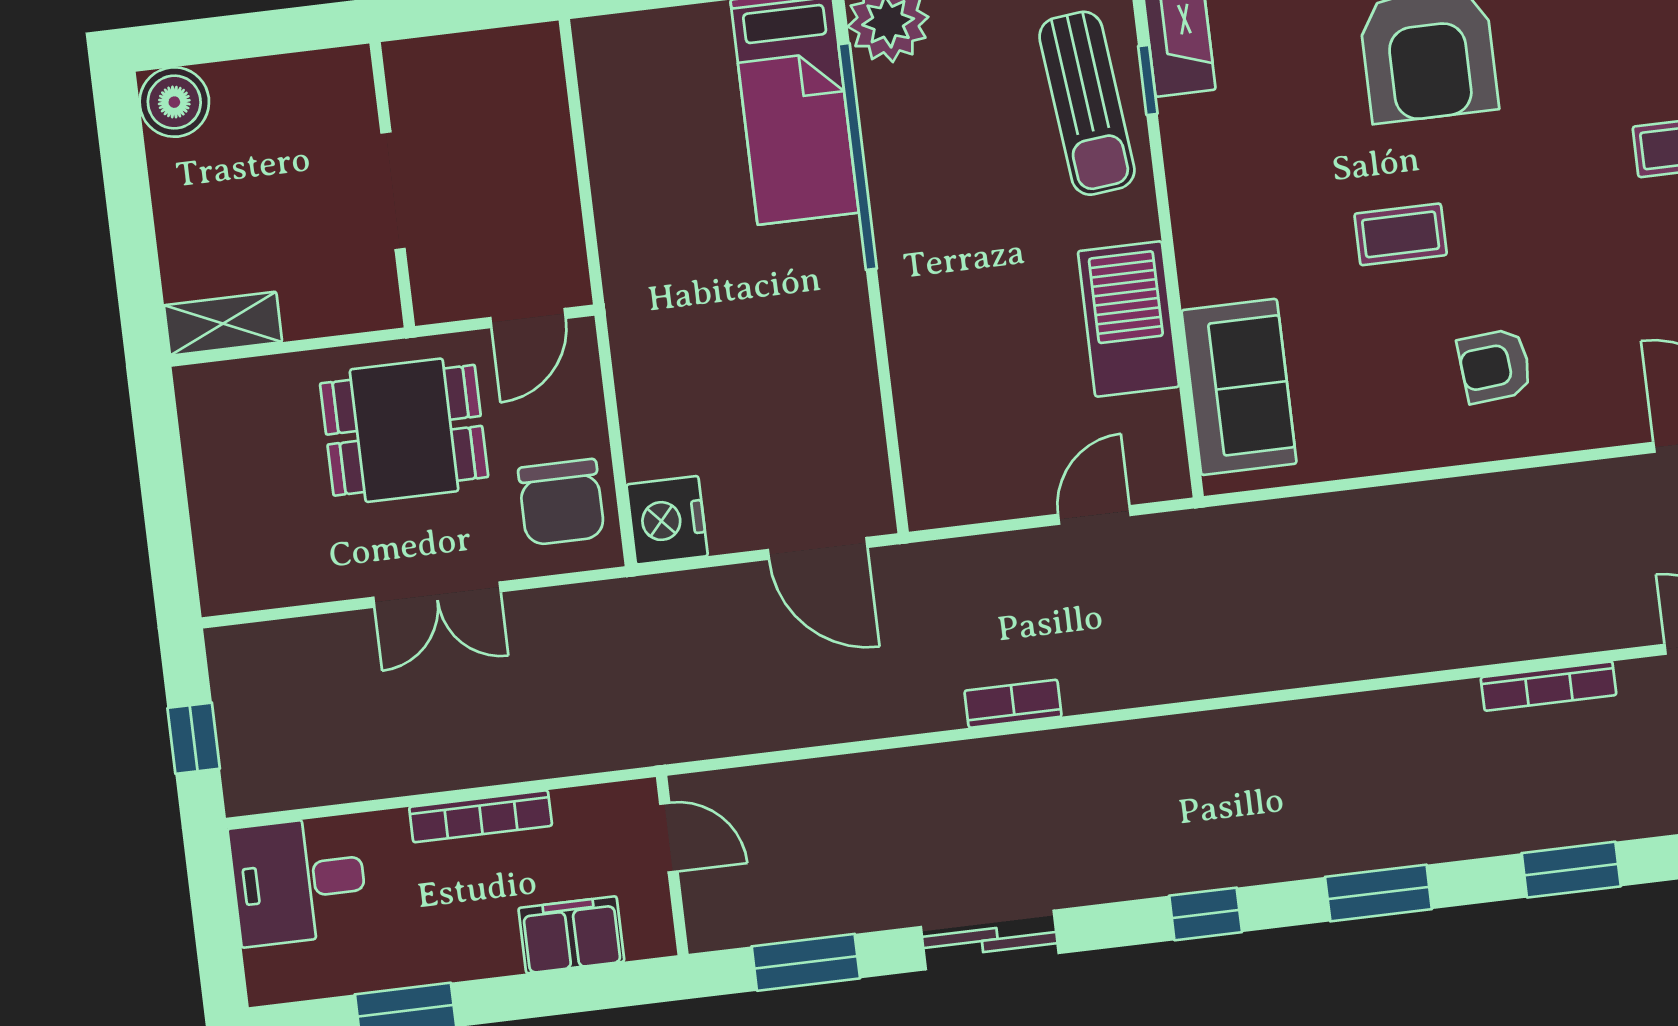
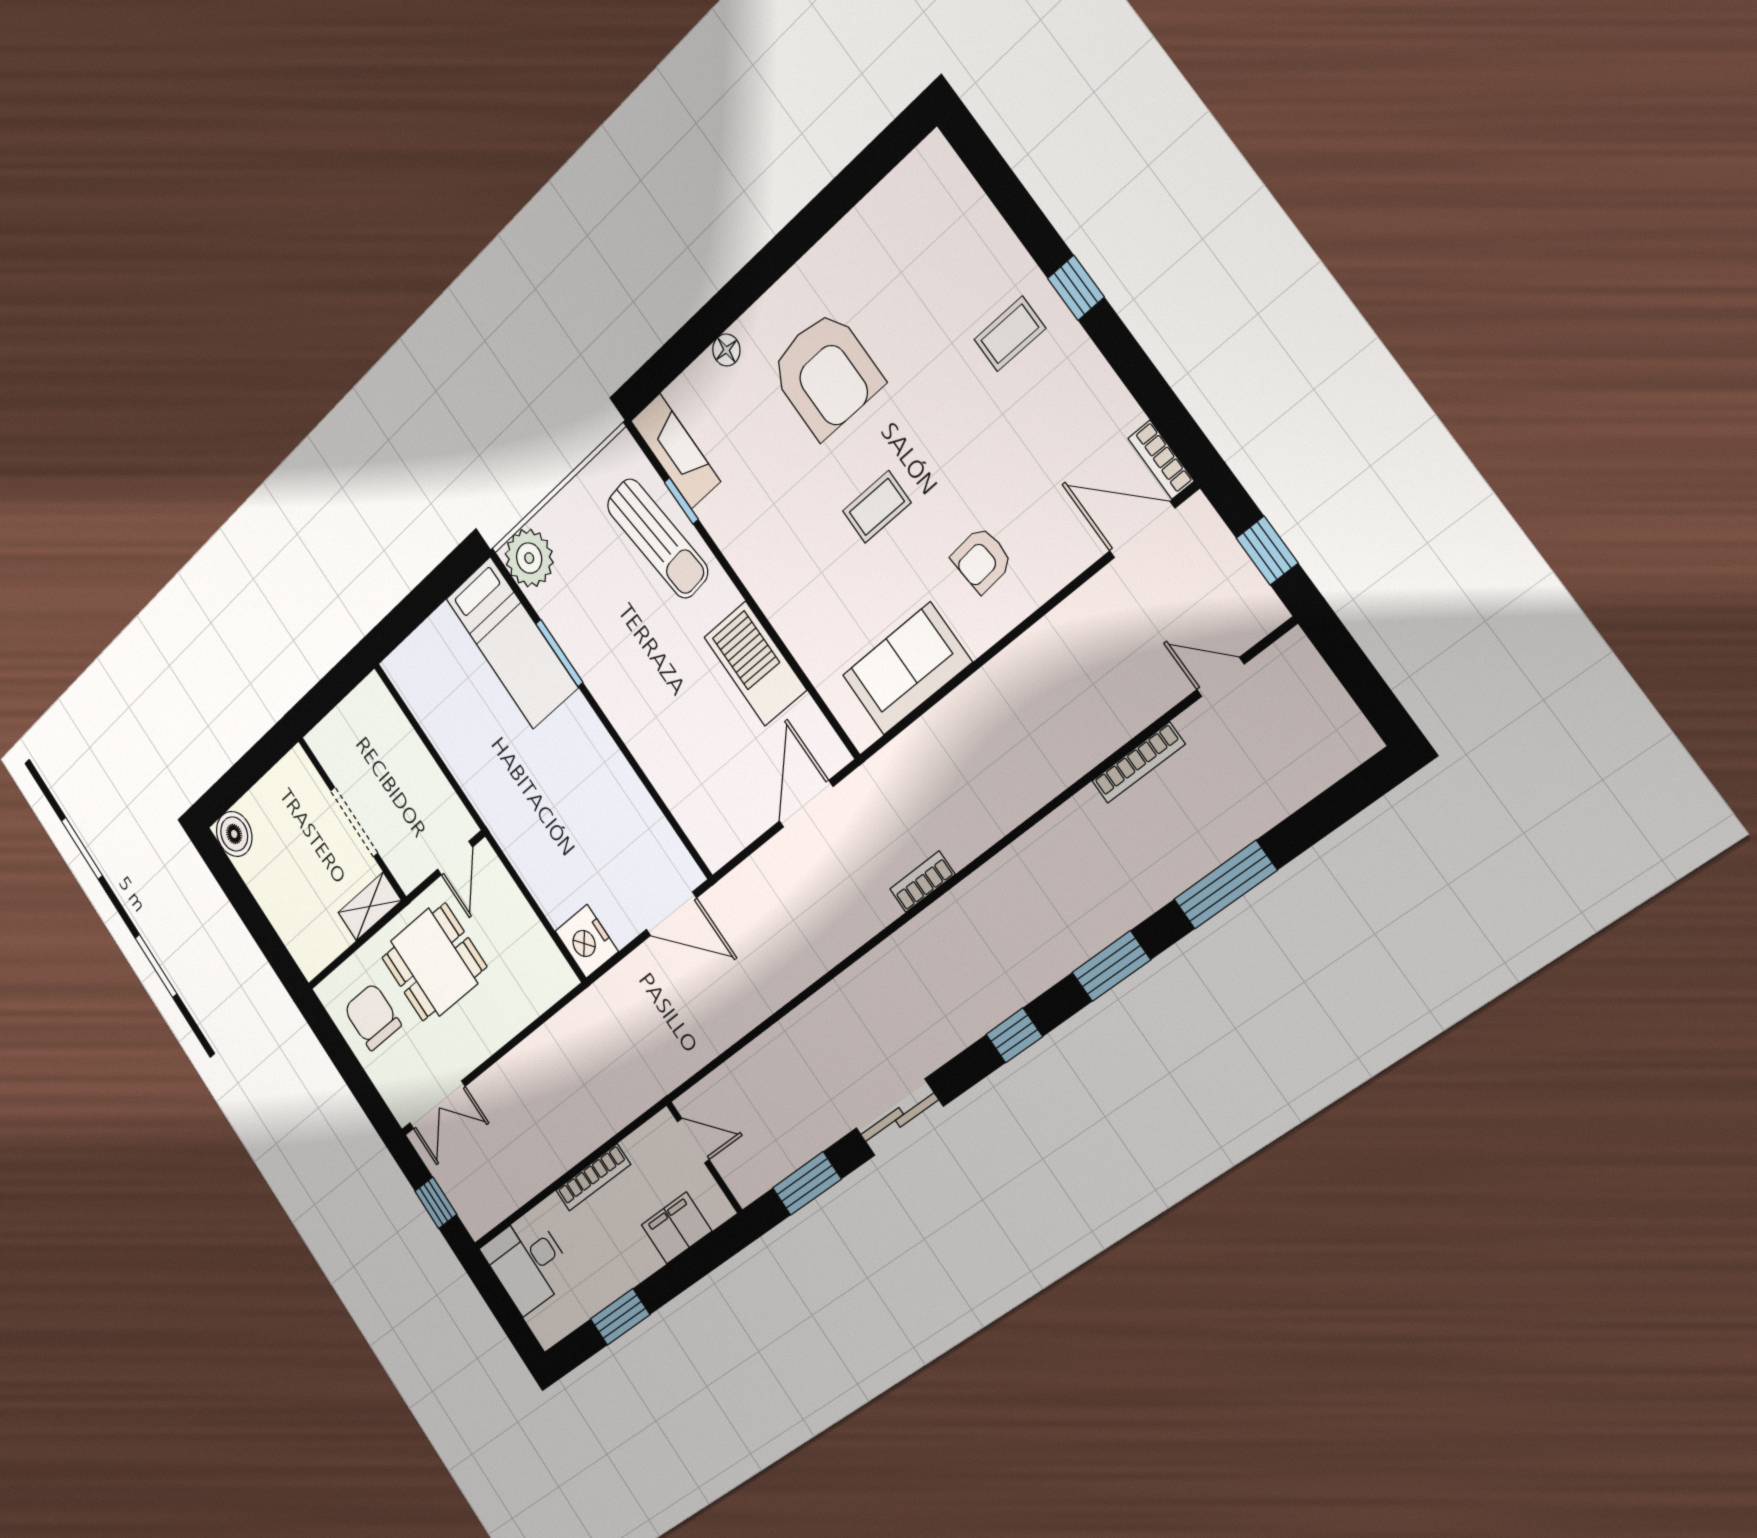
window: (858, 156) -> (559, 653), width x0.47
shelving: (223, 324) -> (370, 906), moved
sofa: (1239, 387) -> (907, 669), moved, turned -90
chair: (561, 502) -> (372, 1017), moved, turned 180
door: (1094, 515) -> (806, 804), width x1.38
double door: (437, 595) -> (437, 1105), moved
bookcase: (1013, 704) -> (922, 882), moved
window: (1571, 870) -> (1225, 885), width x1.44

